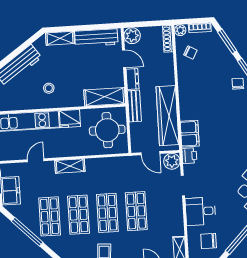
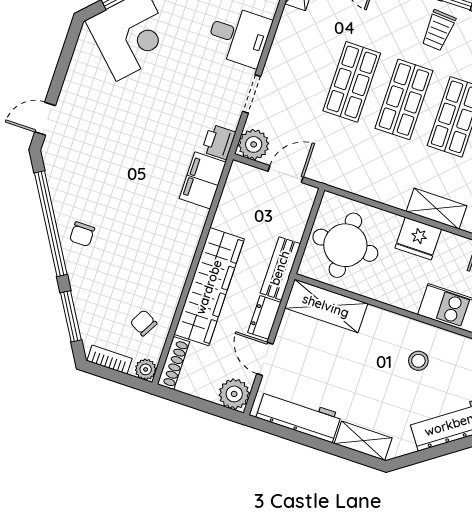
wardrobe: (167, 116) -> (209, 287), moved
fridge: (70, 119) -> (418, 239), moved, turned 180
door: (150, 153) -> (286, 174), hinge flipped

